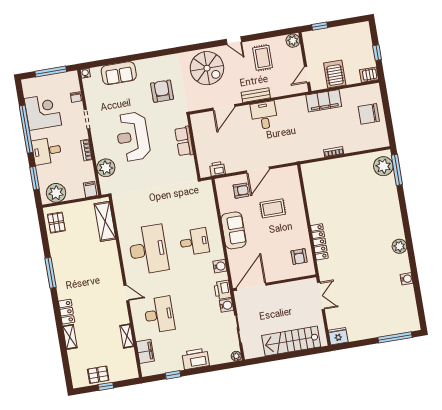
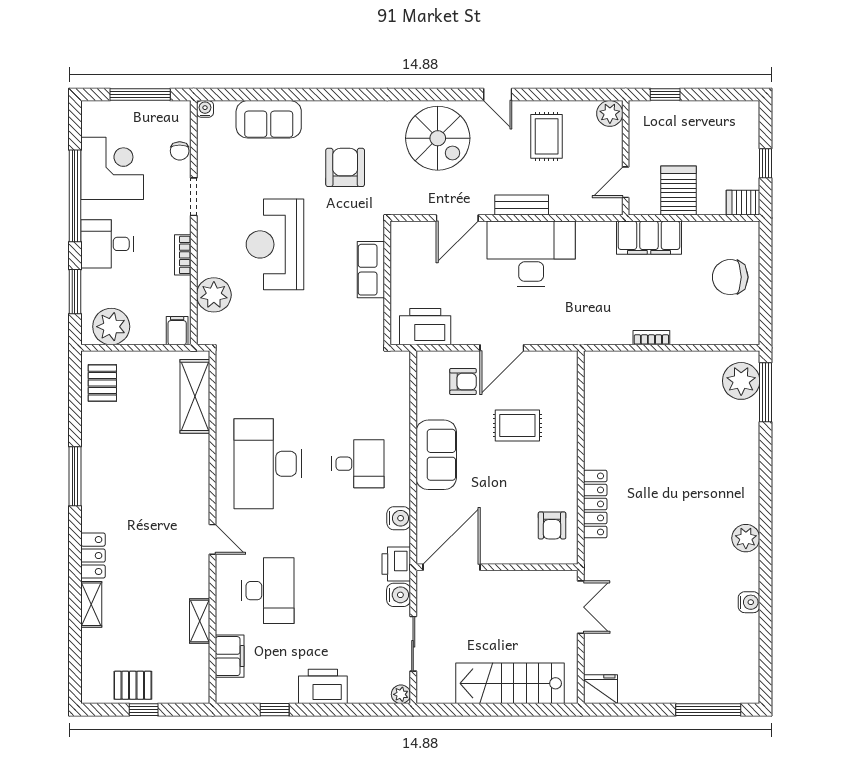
desk: (264, 115) -> (531, 254), width x1.87, depth x1.30
printer: (217, 169) -> (425, 327), width x1.87, depth x1.48
desk: (148, 250) -> (268, 464), turned 180

